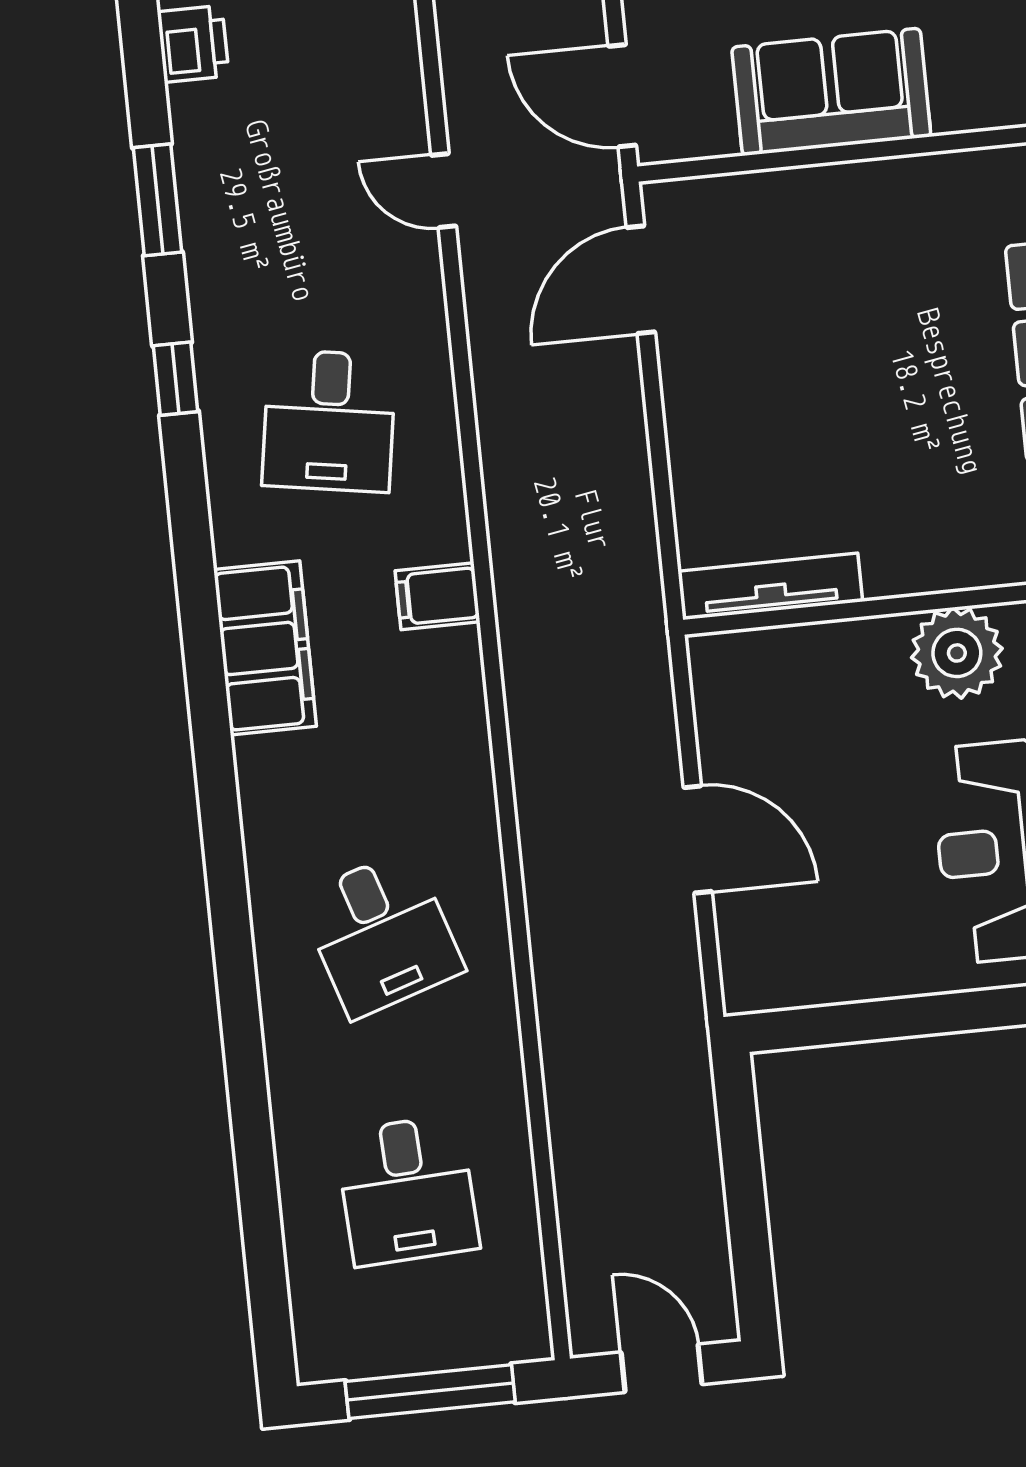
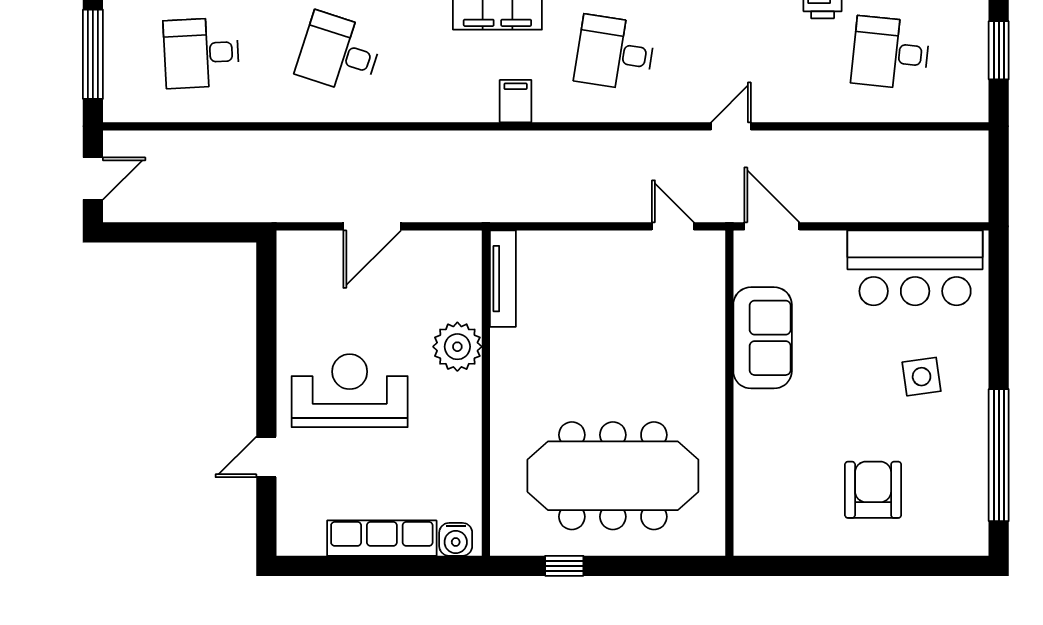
door: (622, 96) -> (772, 226), hinge flipped
door: (641, 280) -> (673, 226), width x0.73
plant: (957, 653) -> (457, 347), moved
desk: (381, 934) -> (339, 53), turned 36

